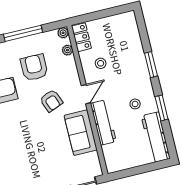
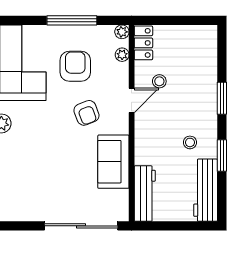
door: (86, 94) -> (132, 100), moved
workbench: (103, 123) -> (145, 194), moved

